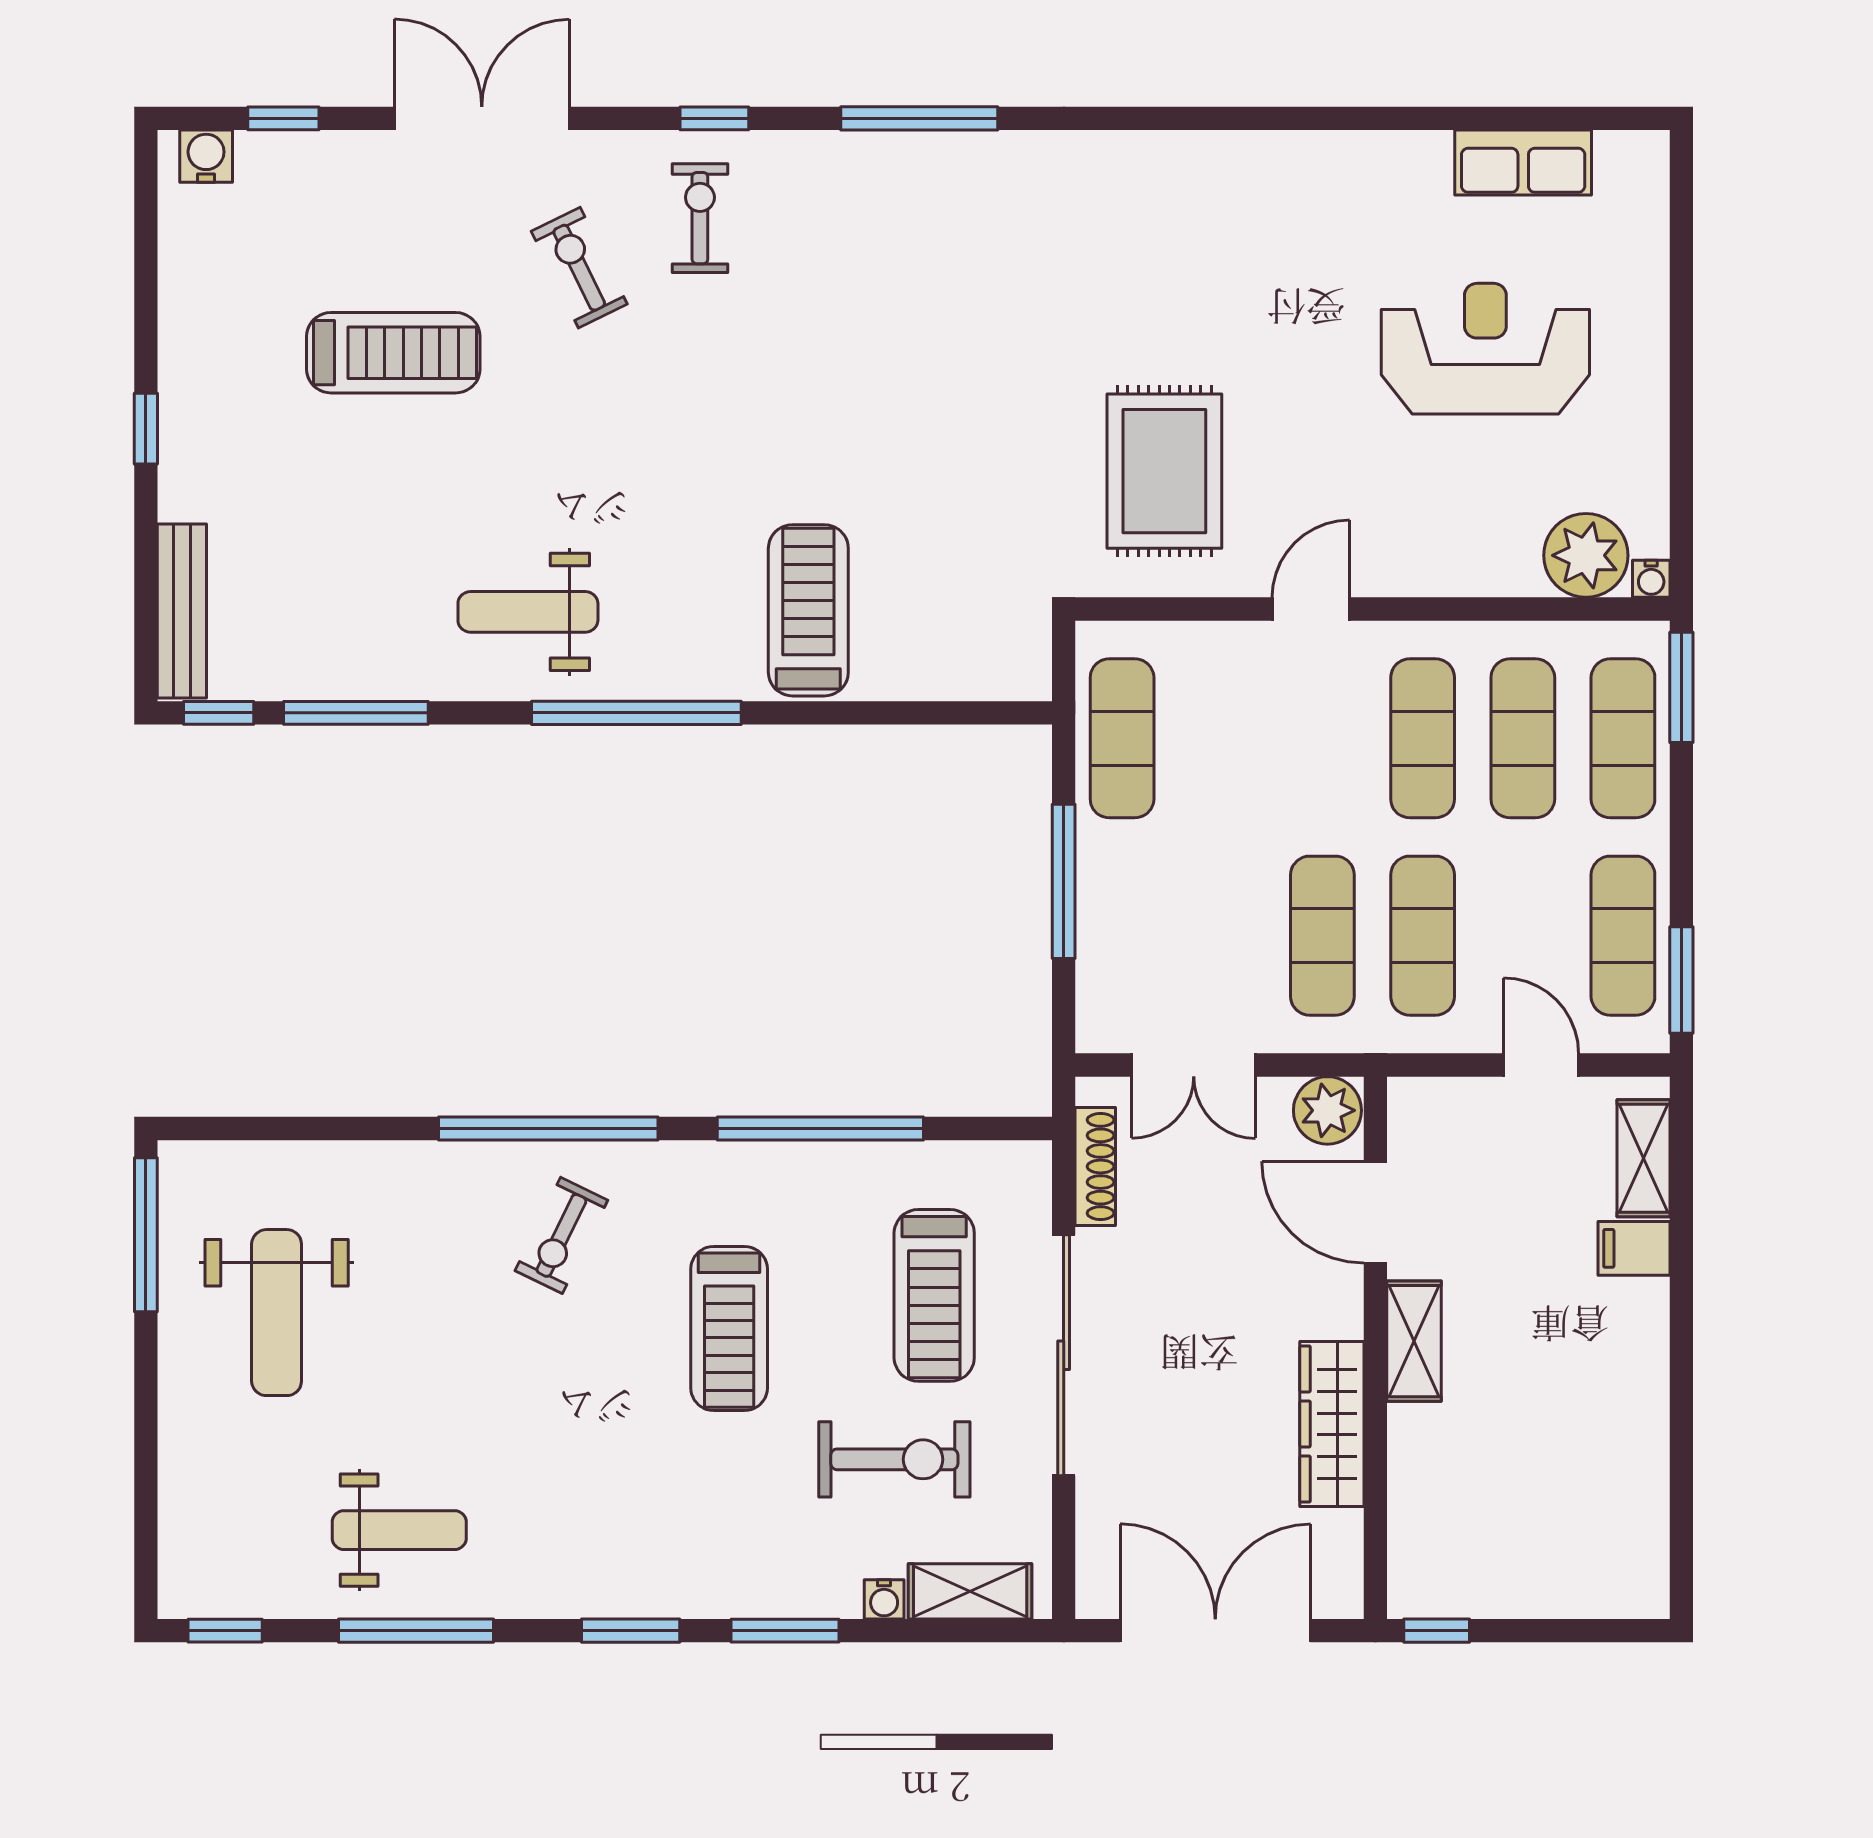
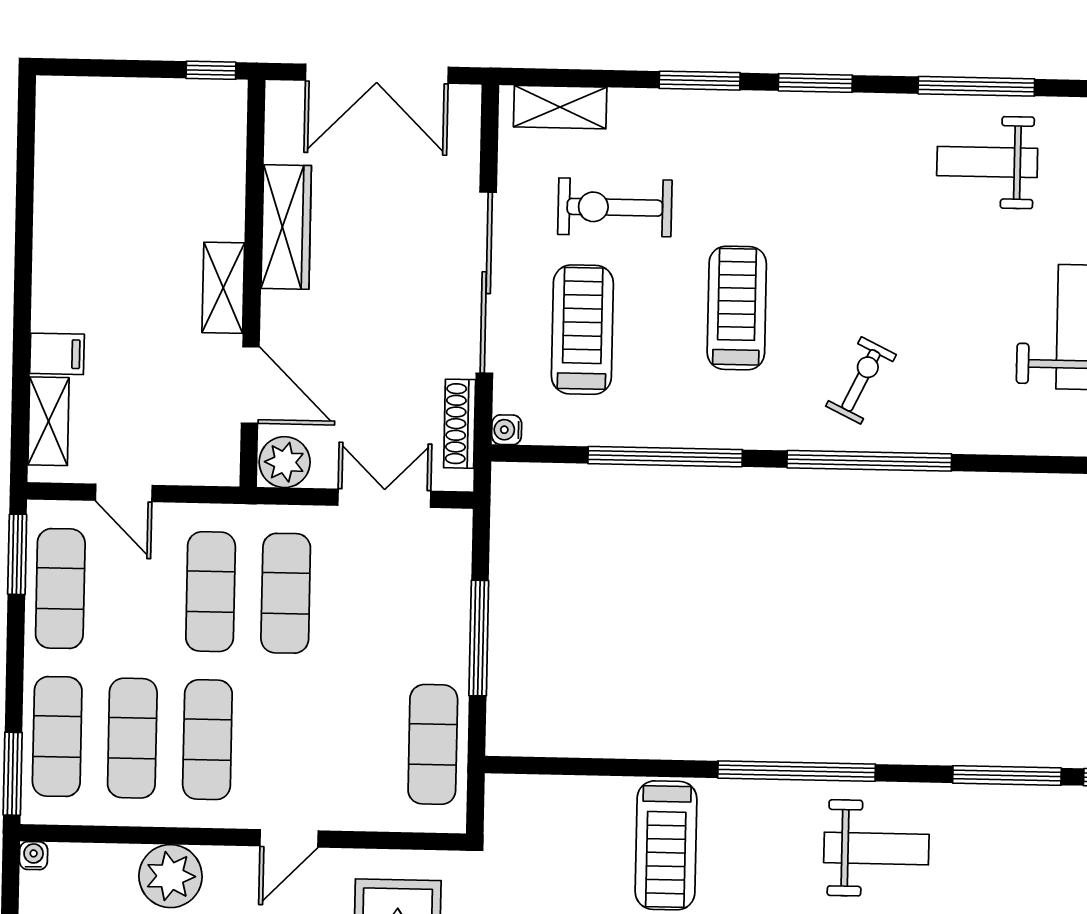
plant: (1586, 555) -> (170, 876), moved
water cooler: (884, 1599) -> (507, 430), moved, turned -90

